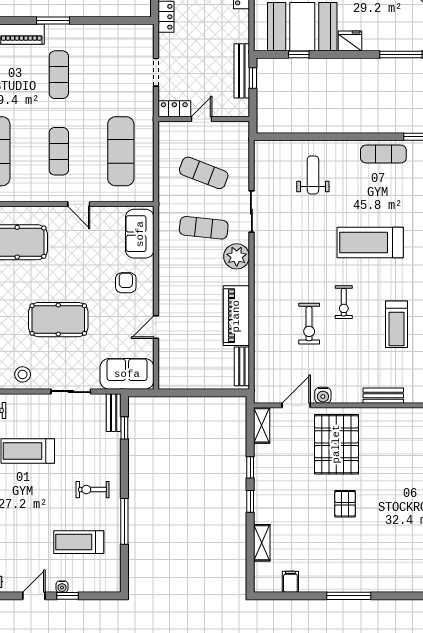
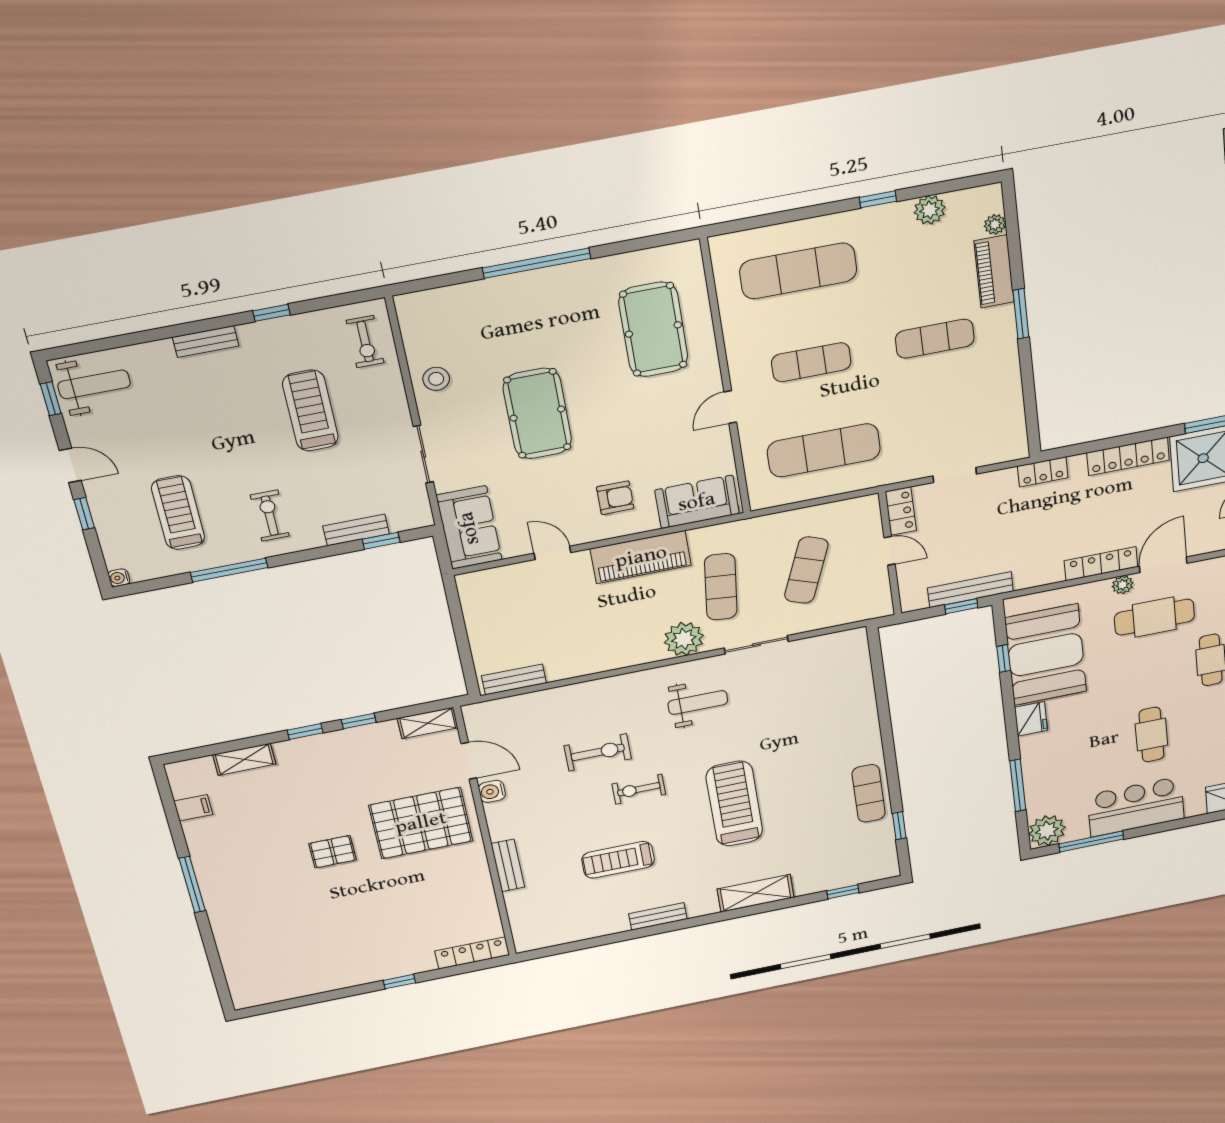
weight bench: (313, 175) -> (698, 702), moved
piano: (236, 316) -> (641, 557), moved, turned 180
exercise bike: (309, 324) -> (598, 752), turned 180
bench: (114, 413) -> (356, 530), moved
water cooler: (62, 587) -> (119, 578), moved

